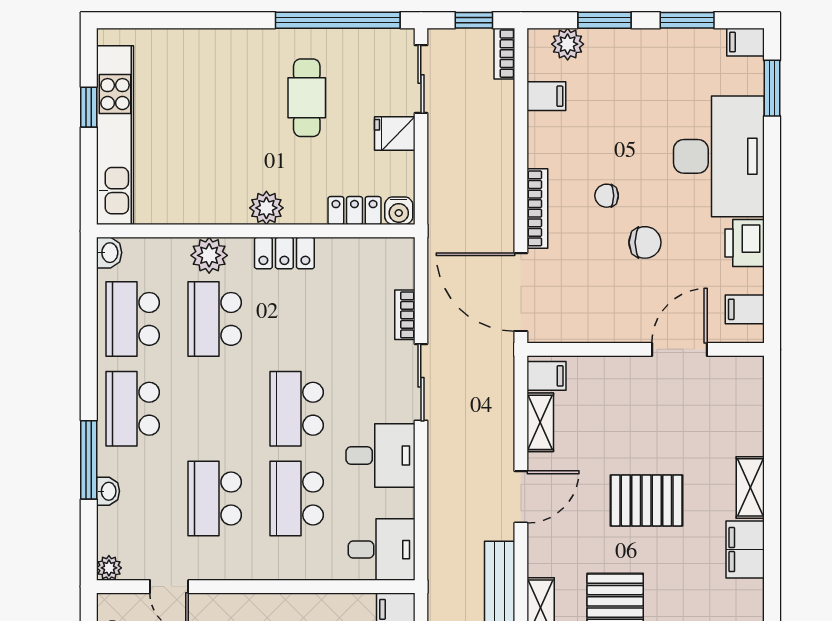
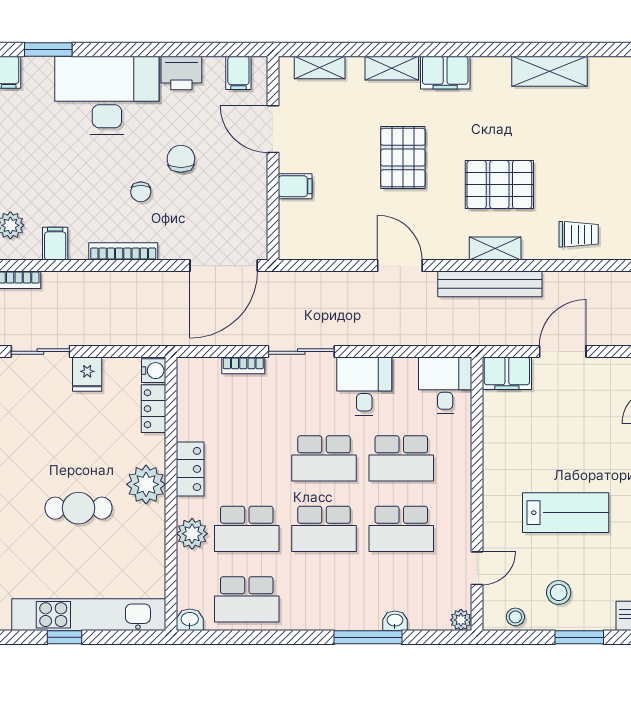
cafe table: (307, 98) -> (79, 508), moved
plant: (266, 208) -> (146, 484), width x1.36, depth x1.36
bookcase: (537, 208) -> (123, 251), moved
filing cabinet: (547, 376) -> (295, 186), moved, turned 90
school desk: (133, 409) -> (324, 529), moved
shelving: (540, 422) -> (320, 68), moved

